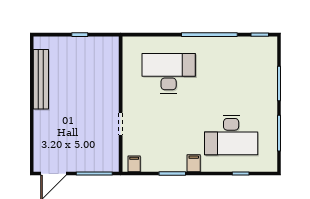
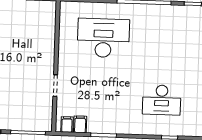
desk: (231, 135) -> (162, 100), width x0.73, depth x0.77
filing cabinet: (194, 163) -> (80, 124), moved

